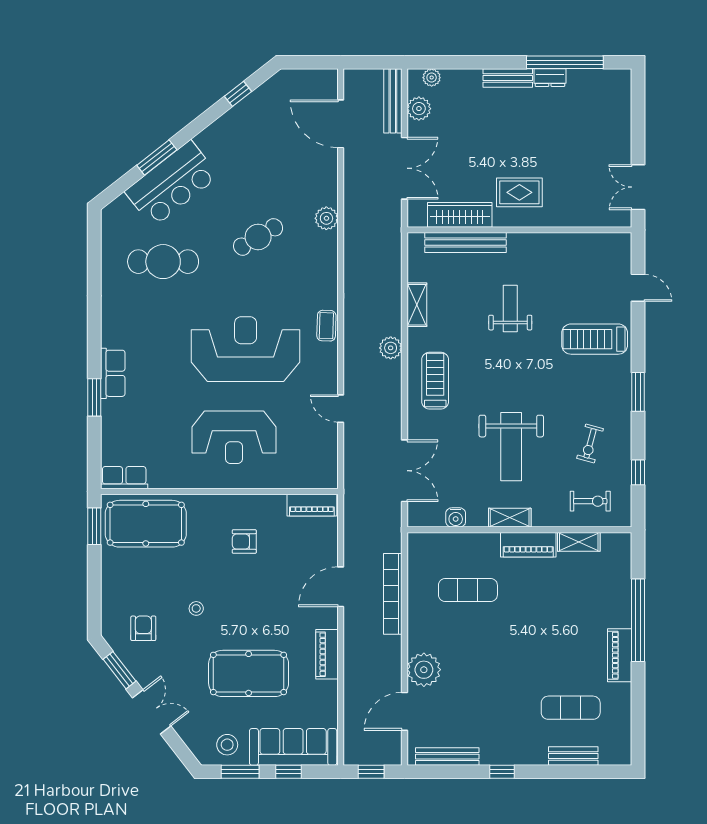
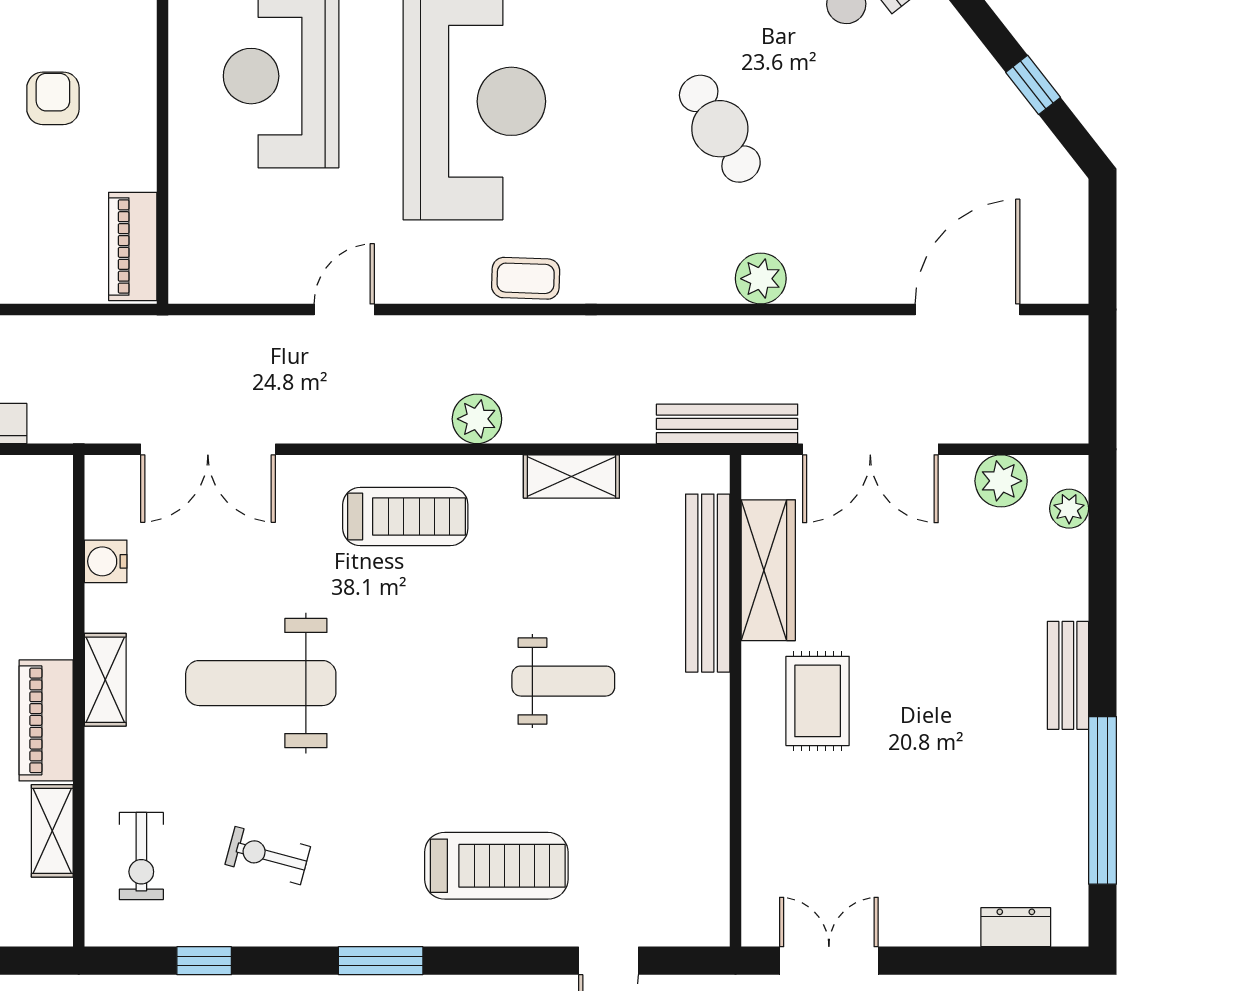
dresser: (550, 78) -> (1016, 927), moved, turned 90
bench: (393, 101) -> (727, 424), moved
treadmill: (595, 339) -> (496, 866), turned 90

